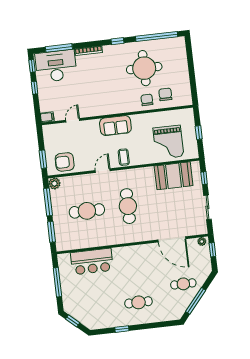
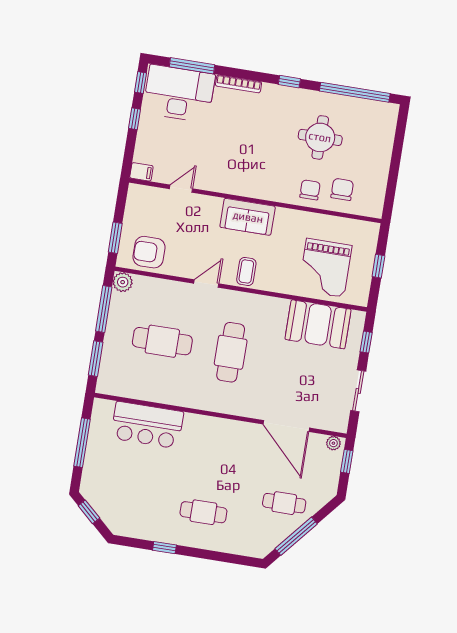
round table: (144, 68) -> (320, 137), width x0.73, depth x0.73

